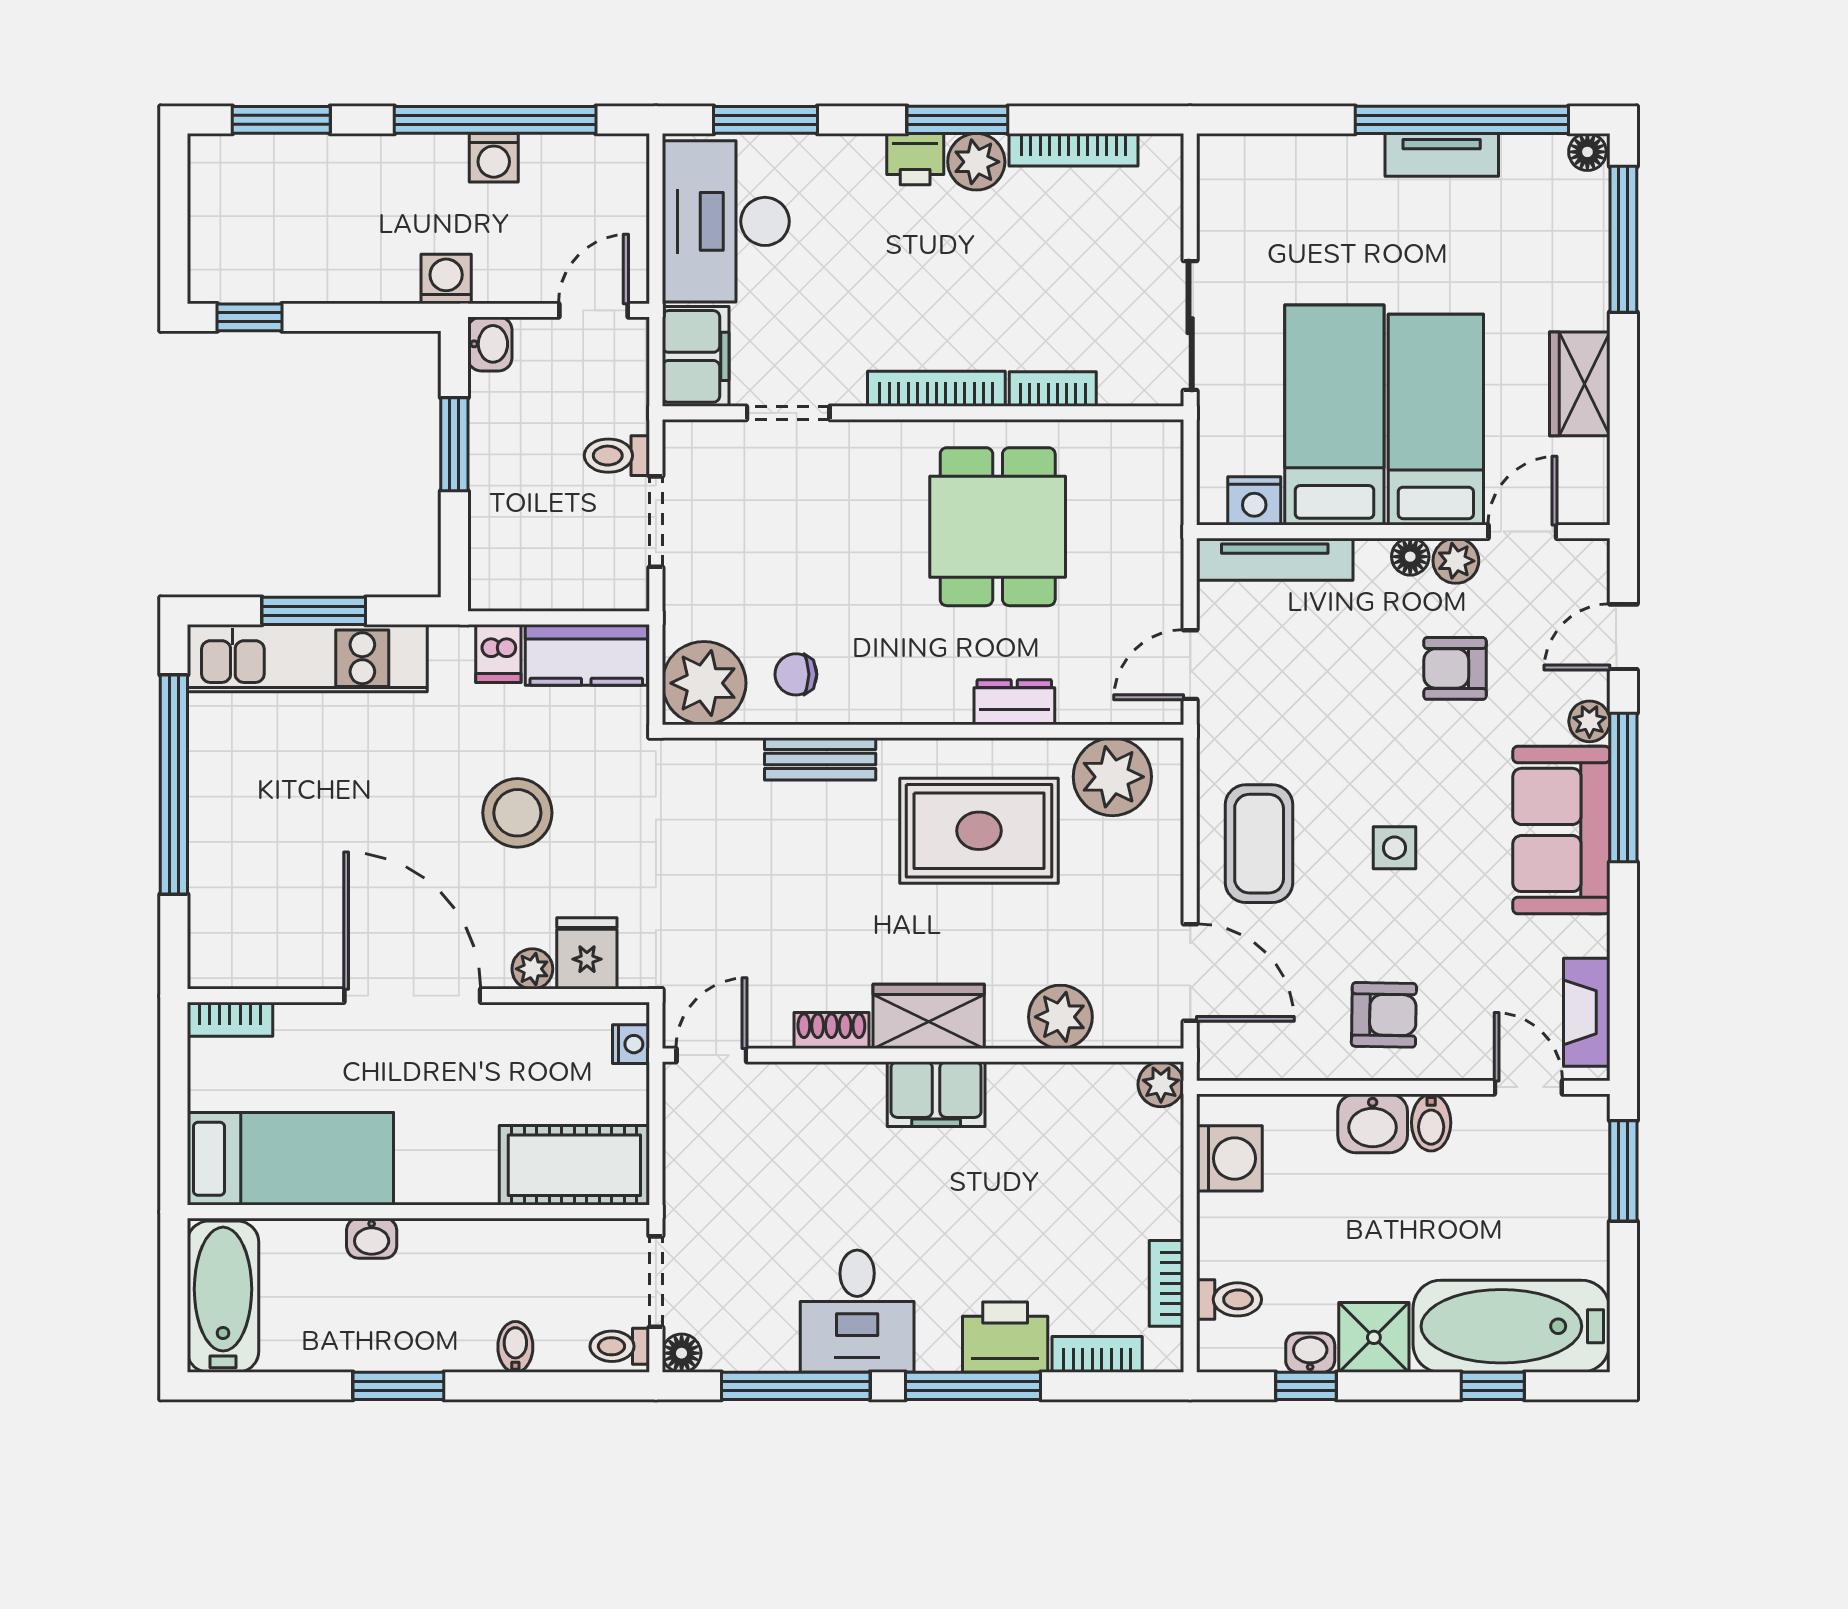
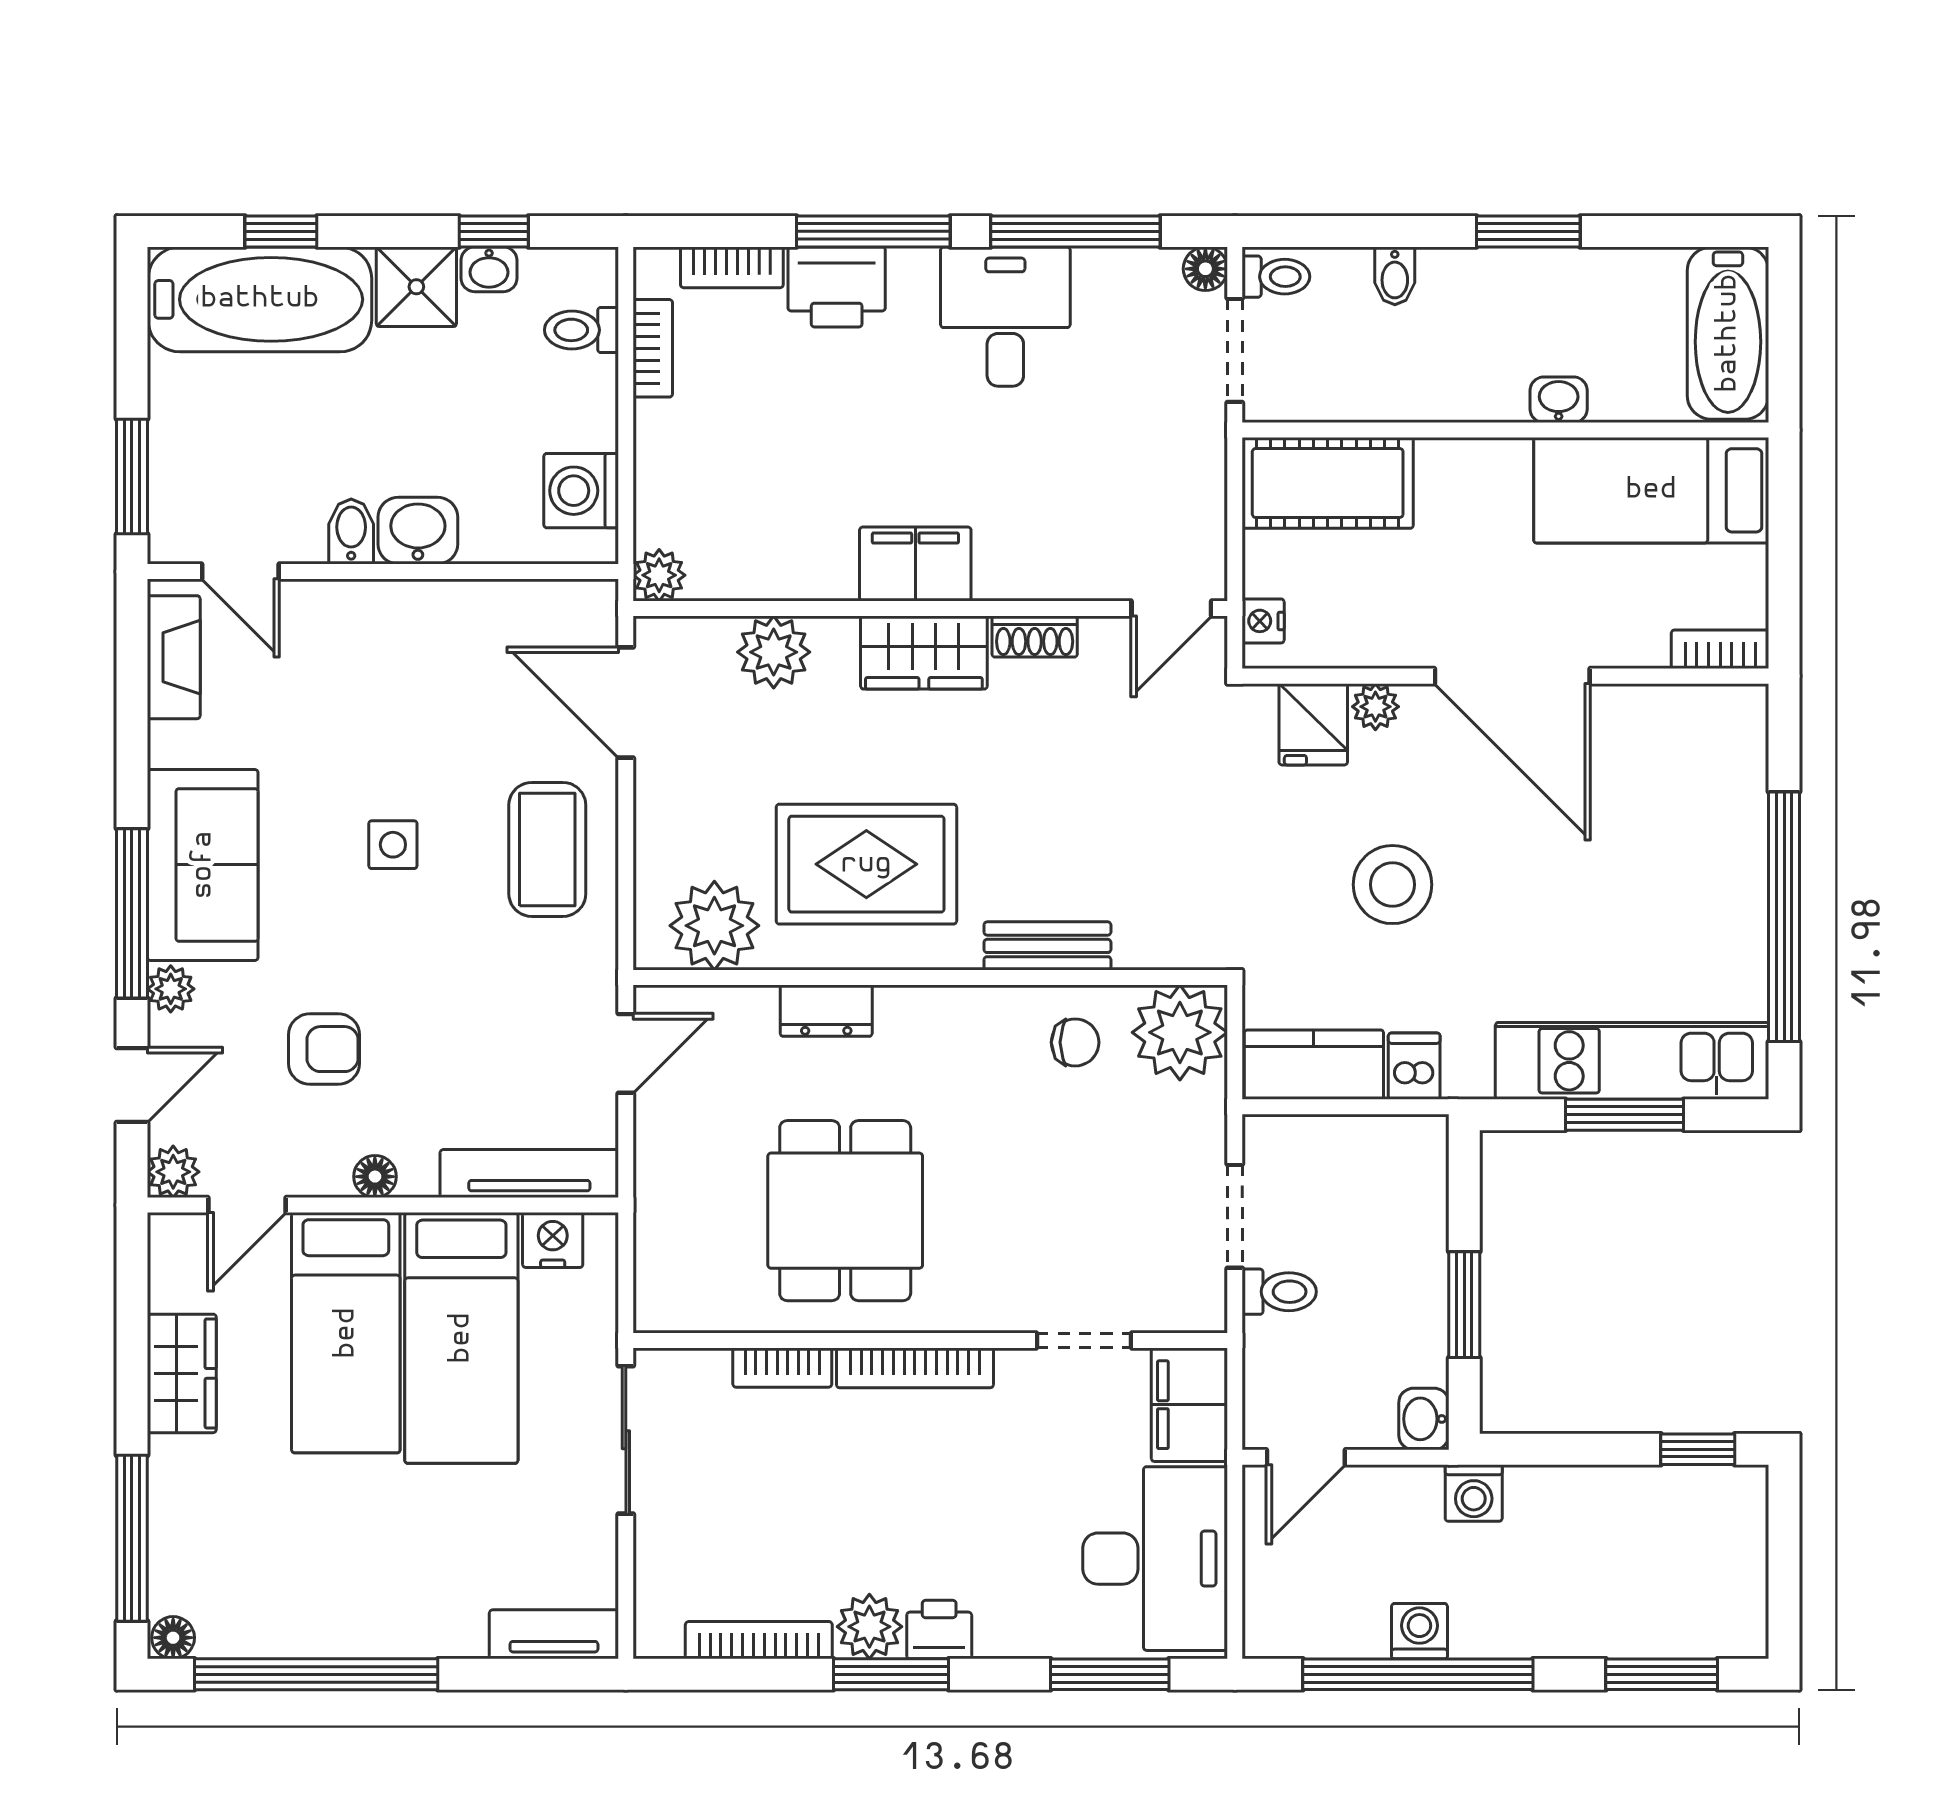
tv unit: (1442, 155) -> (554, 1634), moved
plant: (1456, 561) -> (173, 1172), moved
armchair: (1384, 1015) -> (405, 654), removed

